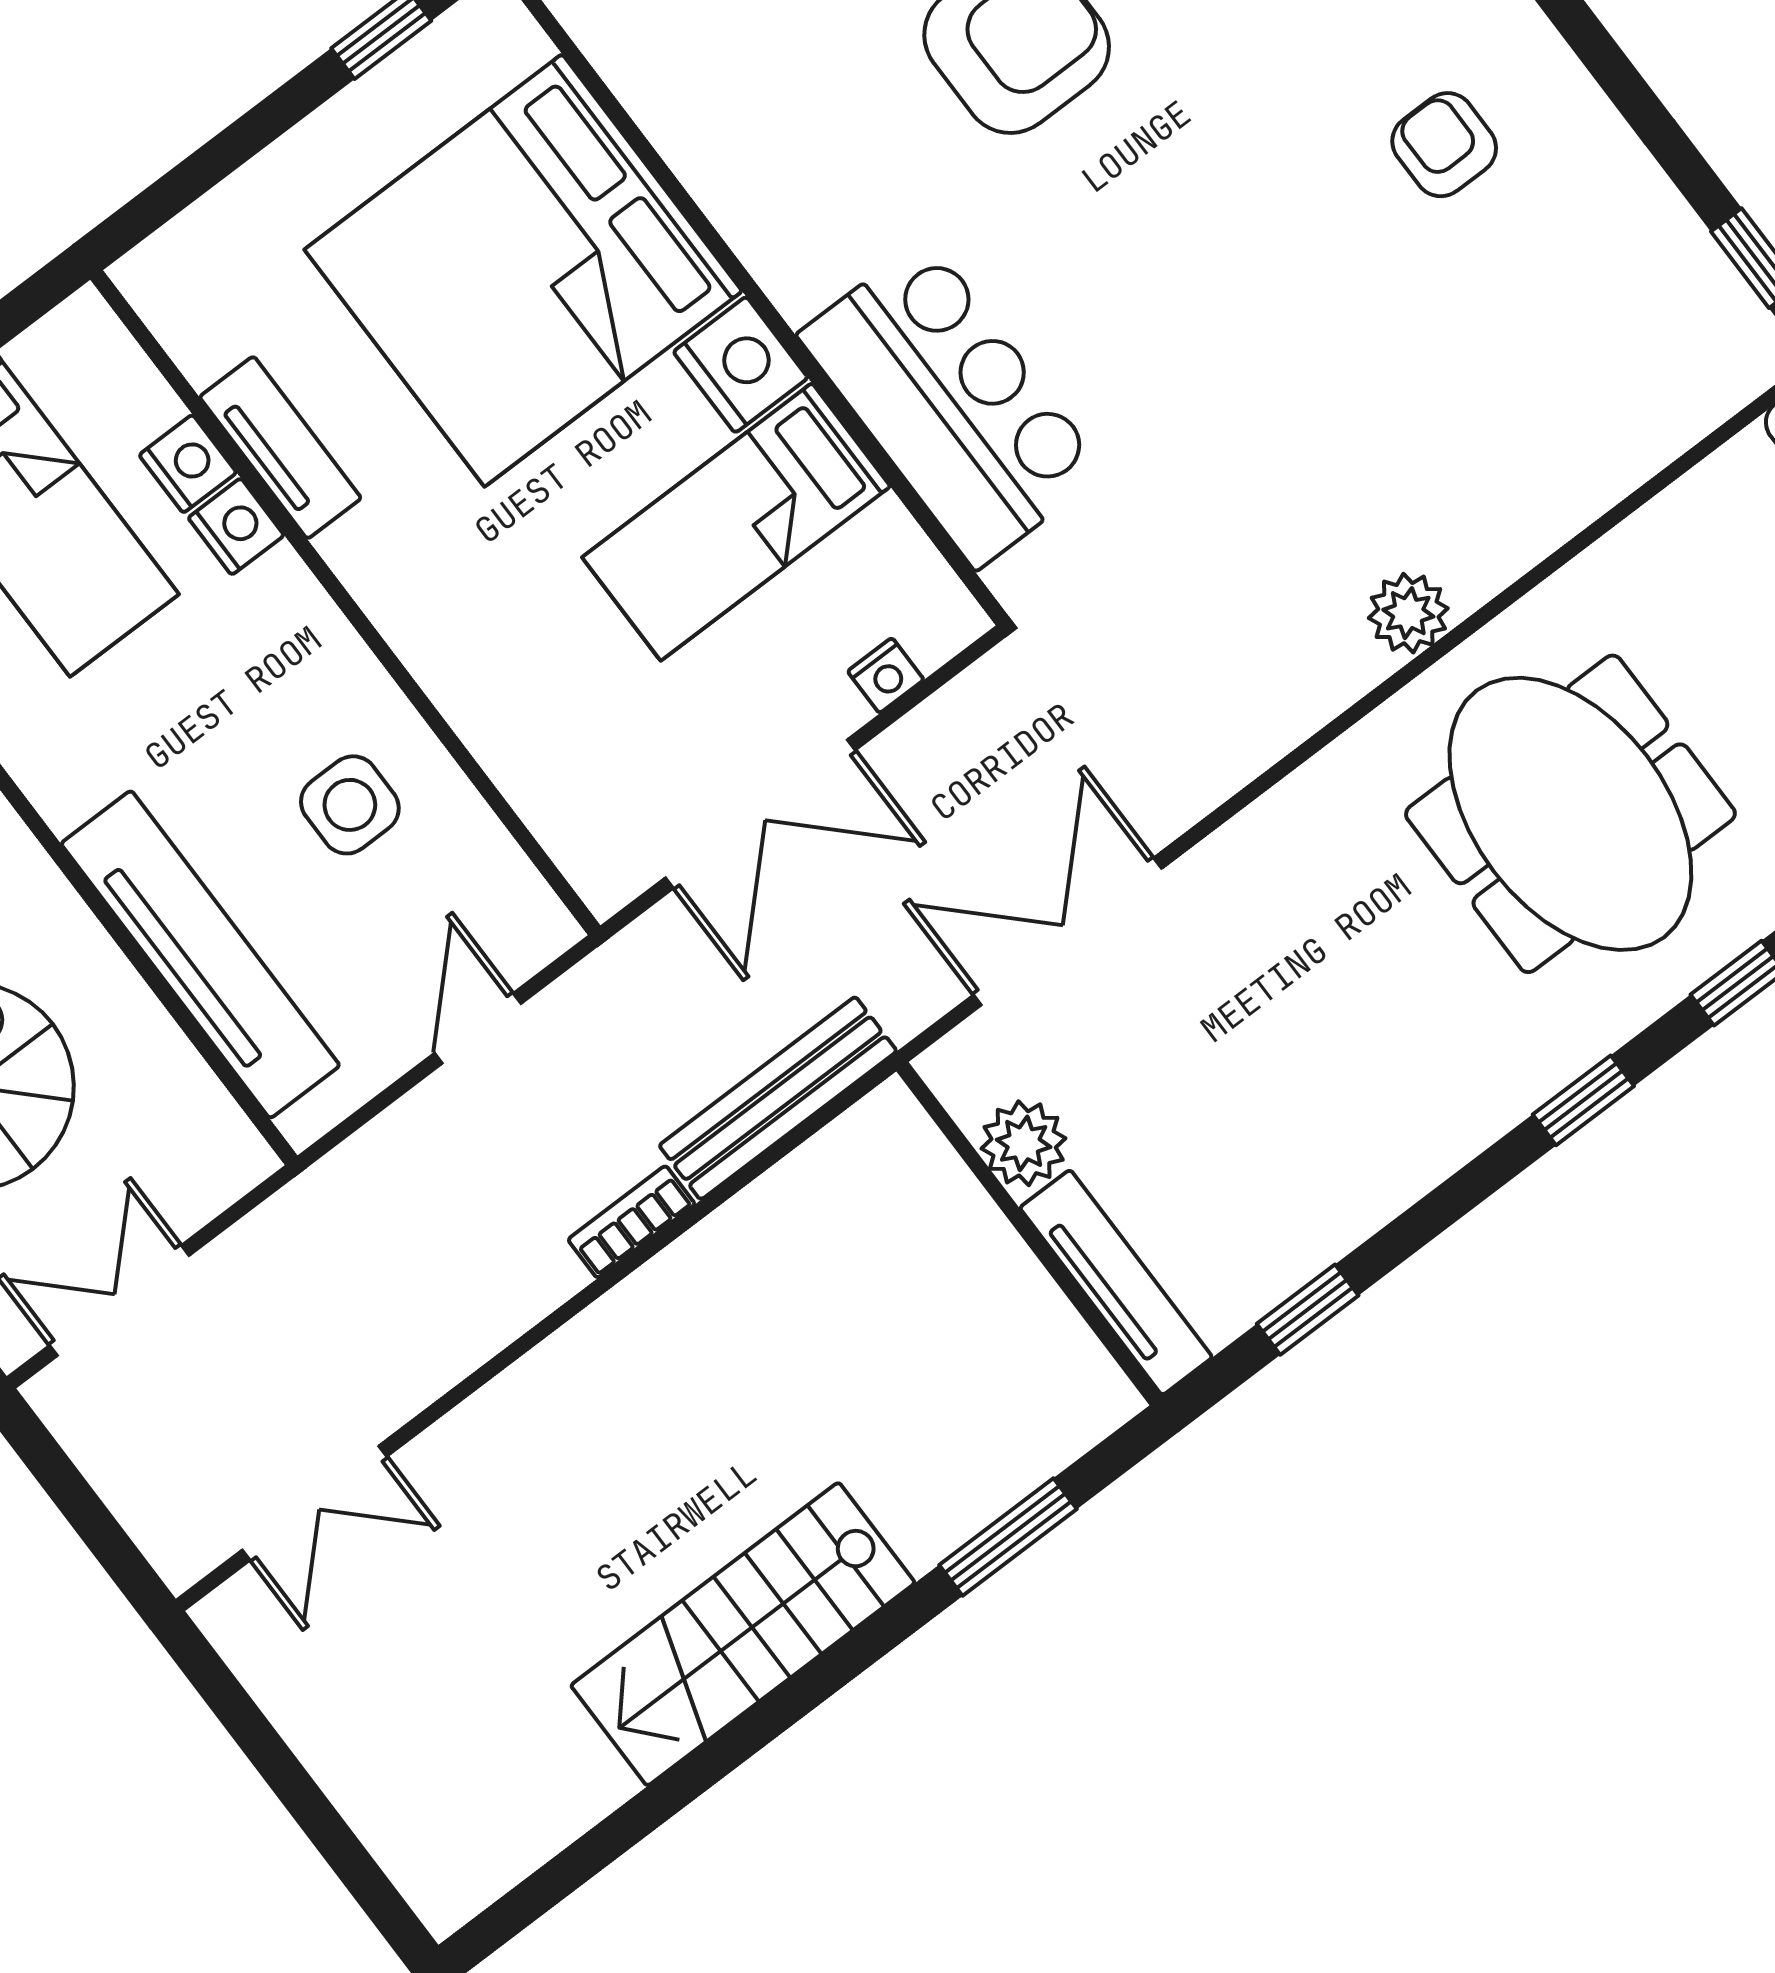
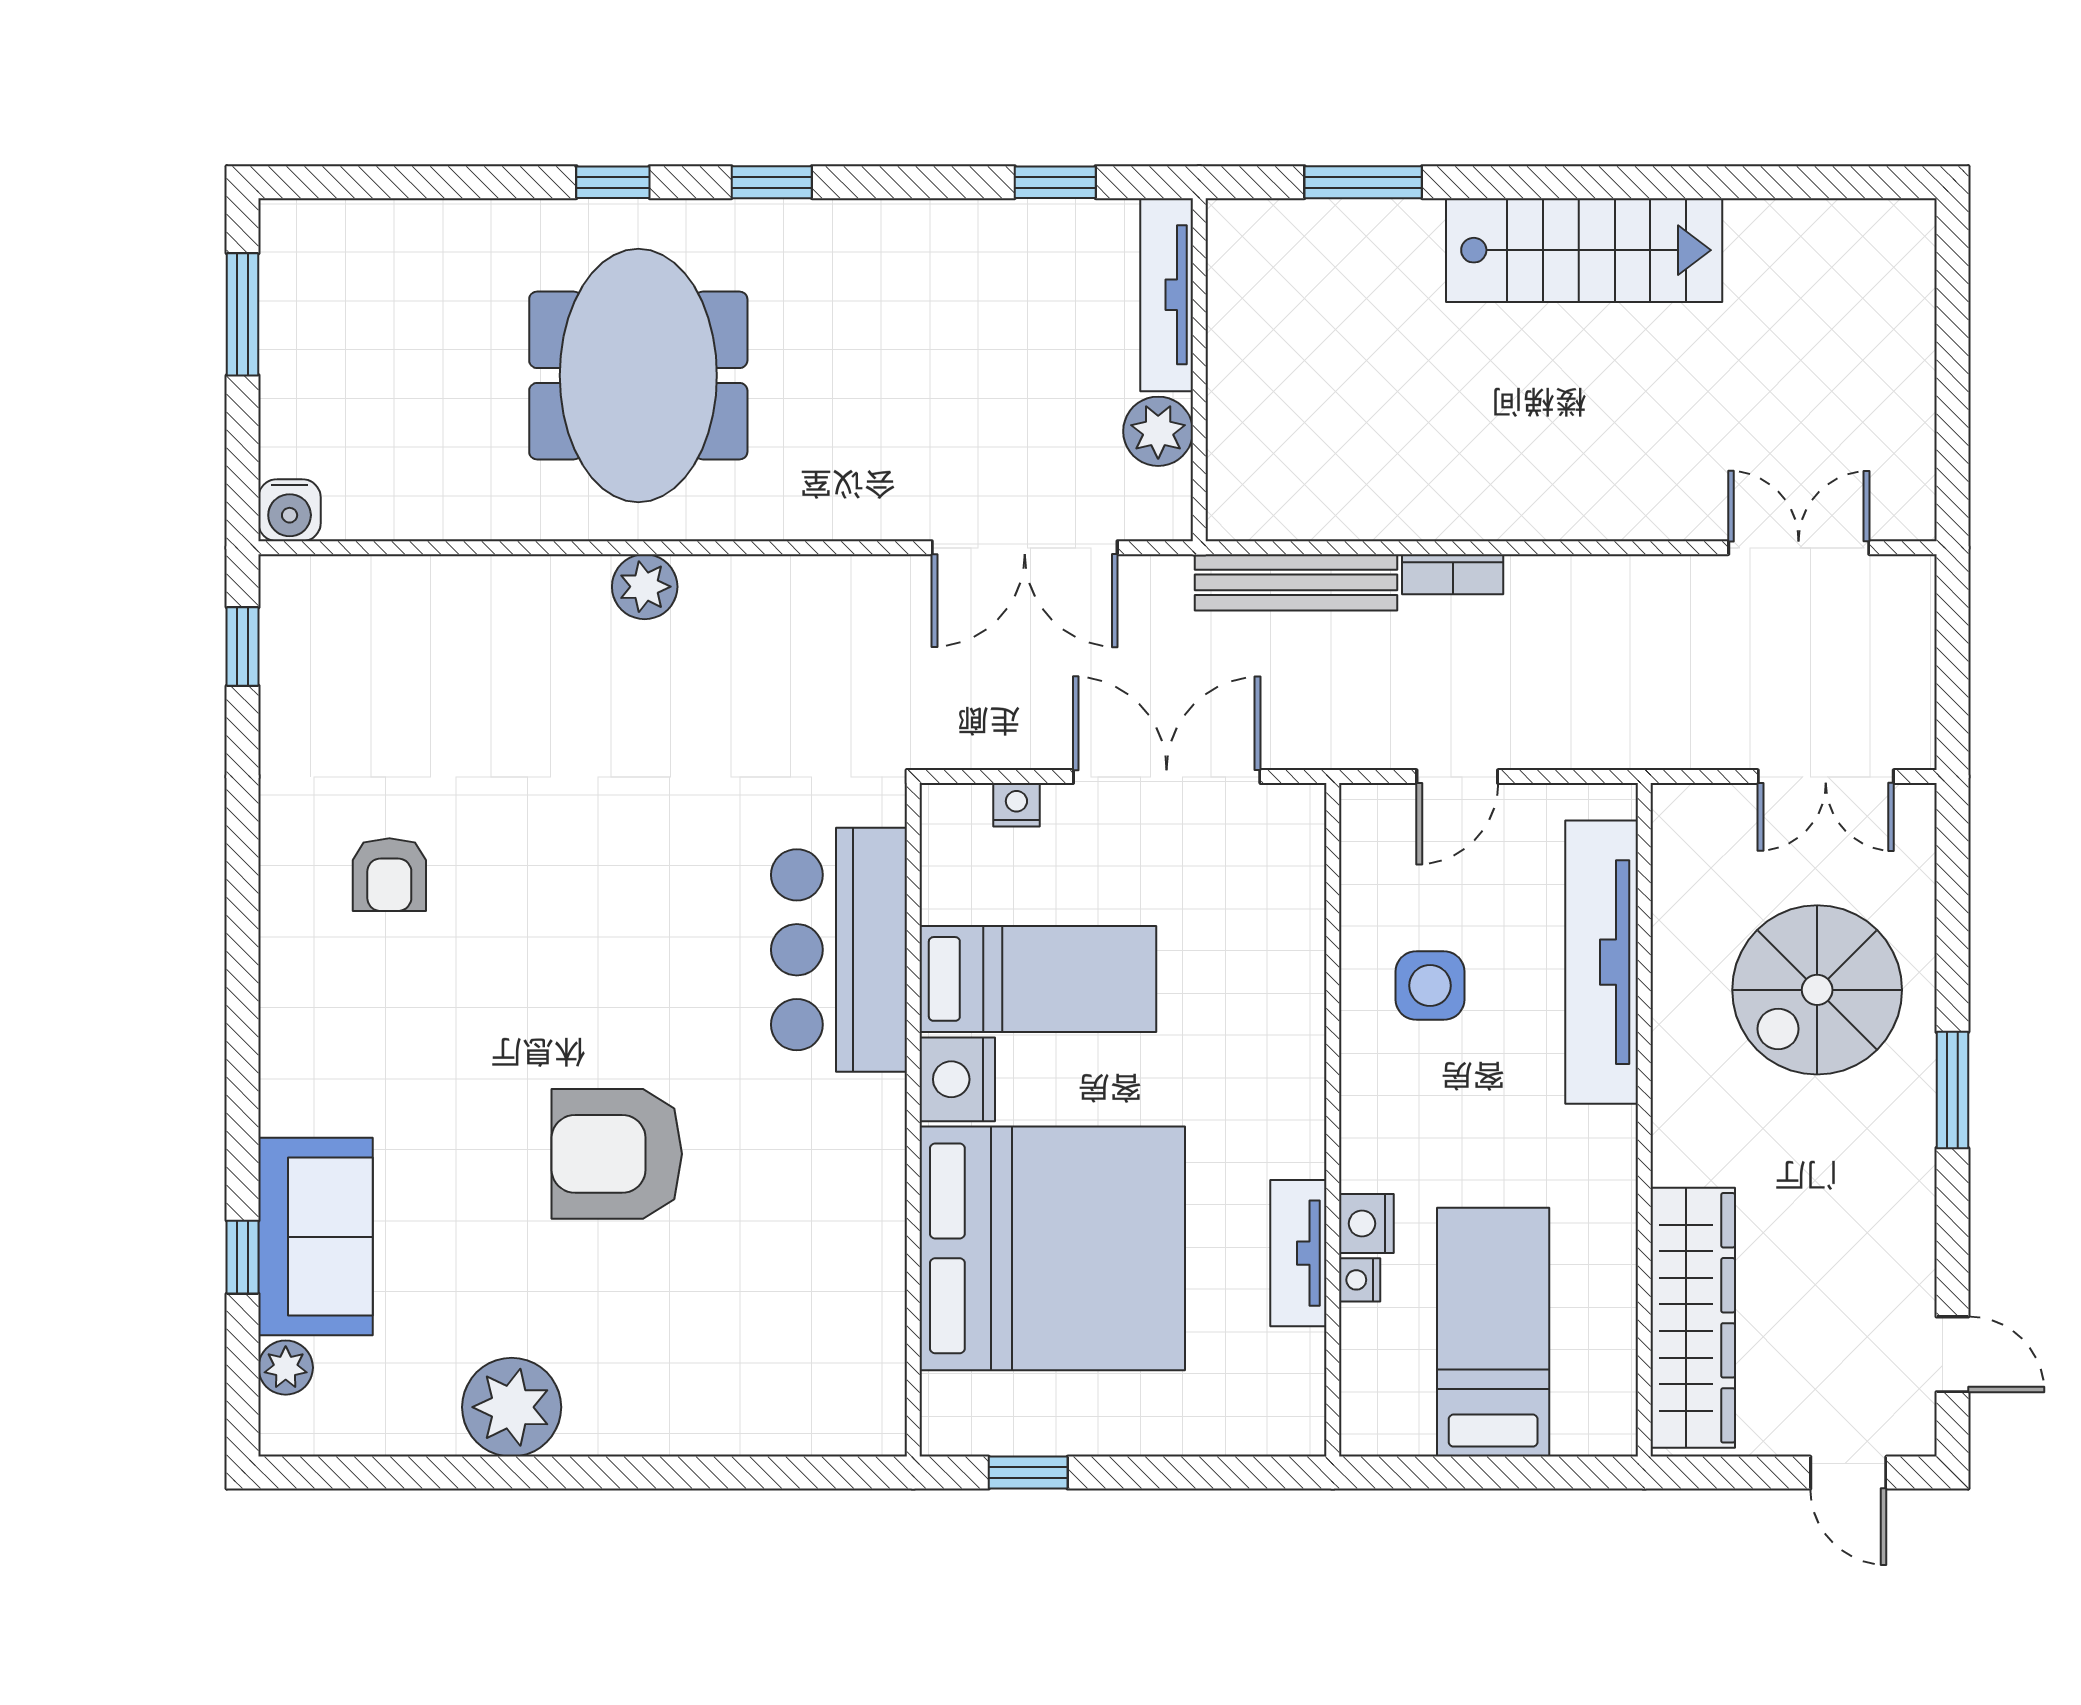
nightstand: (188, 464) -> (1360, 1280), width x0.72, depth x0.74

